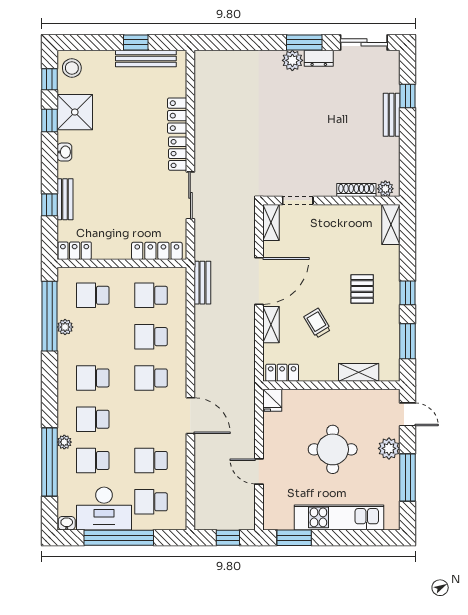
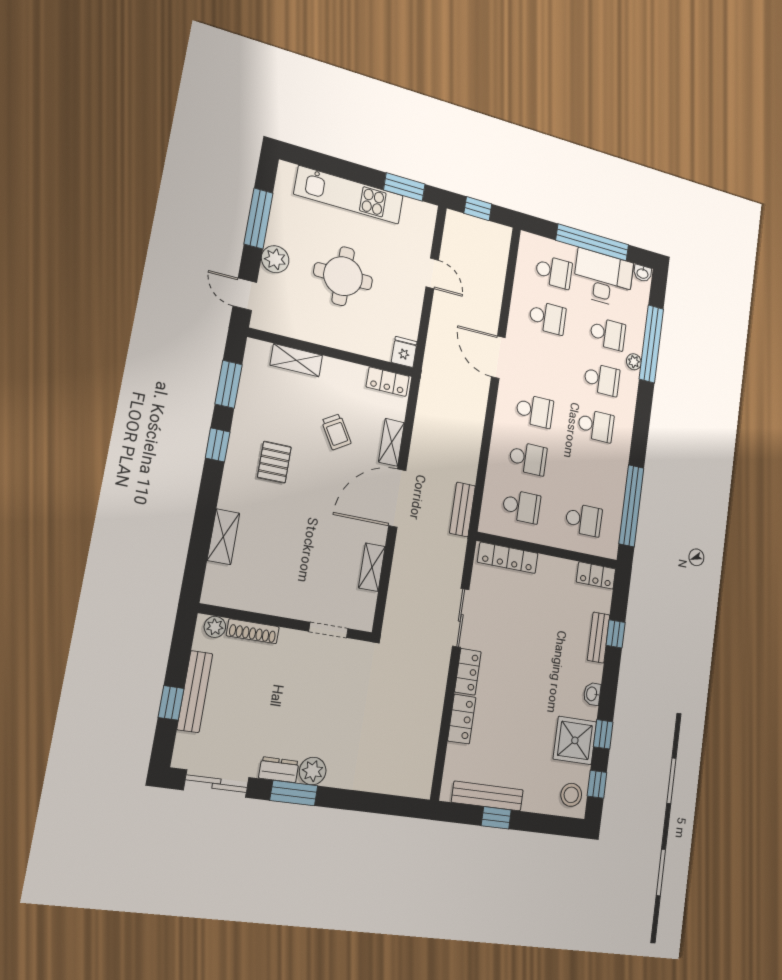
bench: (392, 115) -> (195, 691), width x1.36
plant: (385, 189) -> (215, 627), moved
shoe rack: (356, 190) -> (253, 631), moved
doorway: (298, 200) -> (329, 630), moved
wall: (331, 200) -> (287, 623), moved
plant: (65, 327) -> (617, 490), removed

